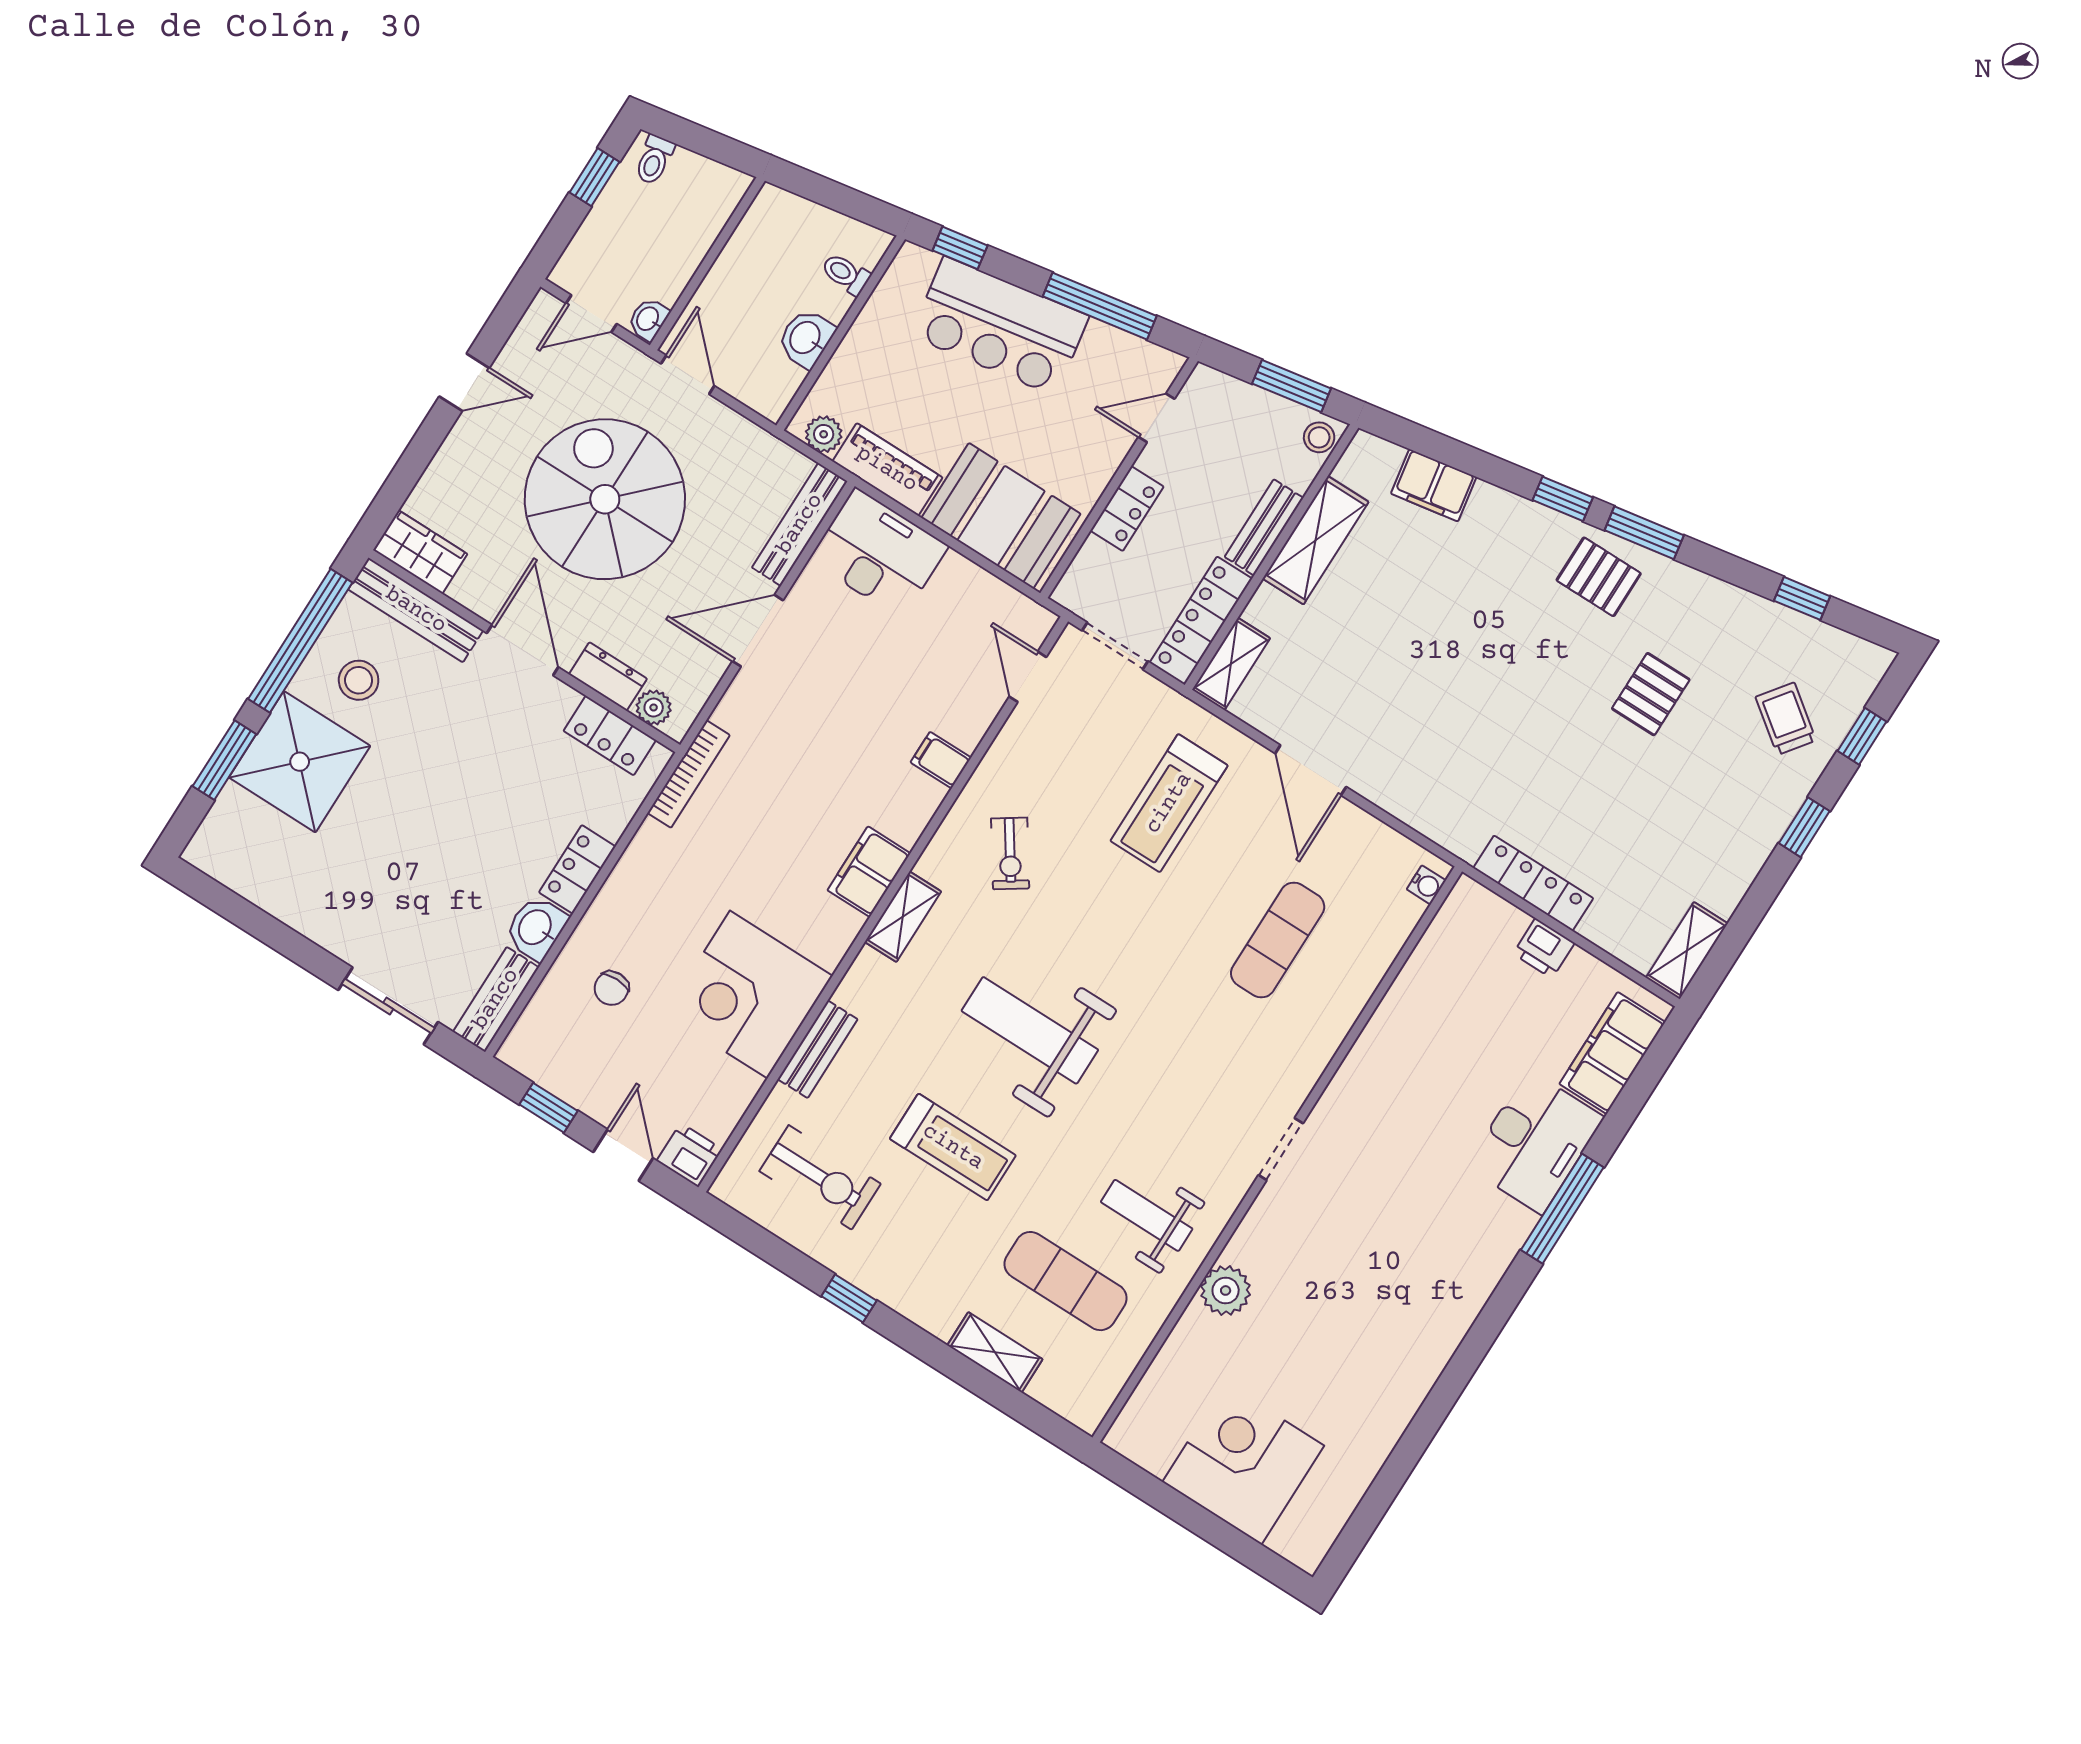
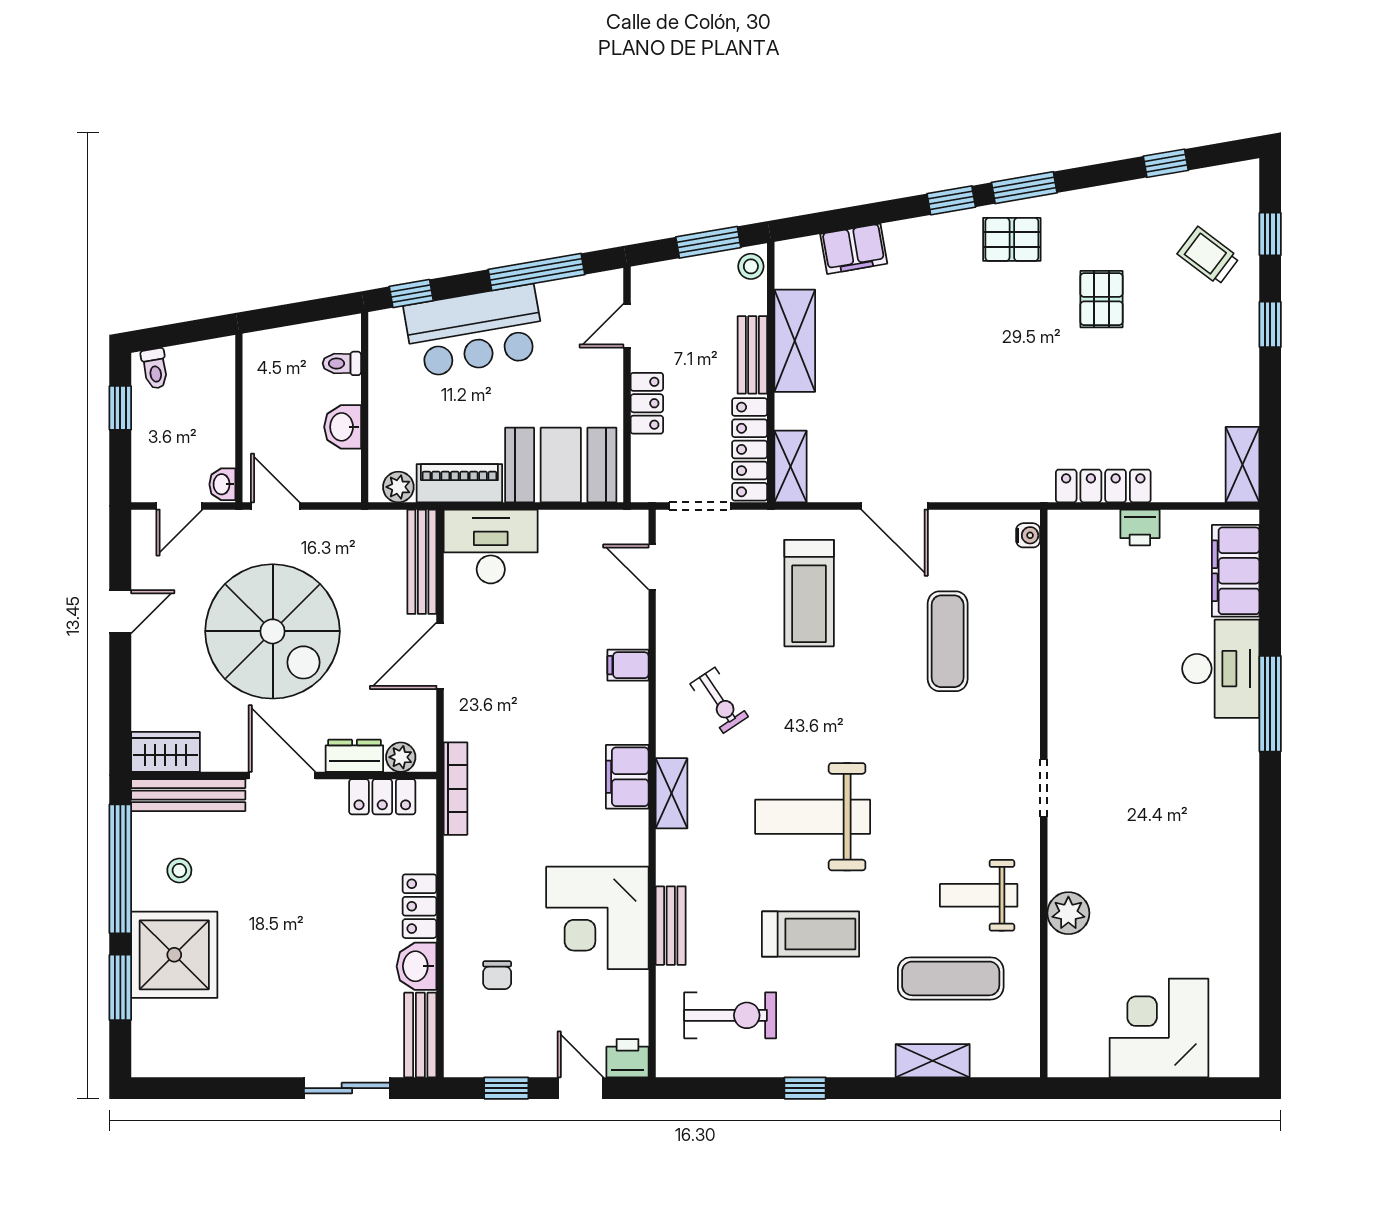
spiral stairs: (605, 499) -> (273, 631), turned 180
stool: (359, 680) -> (179, 871), width x0.73, depth x0.73

